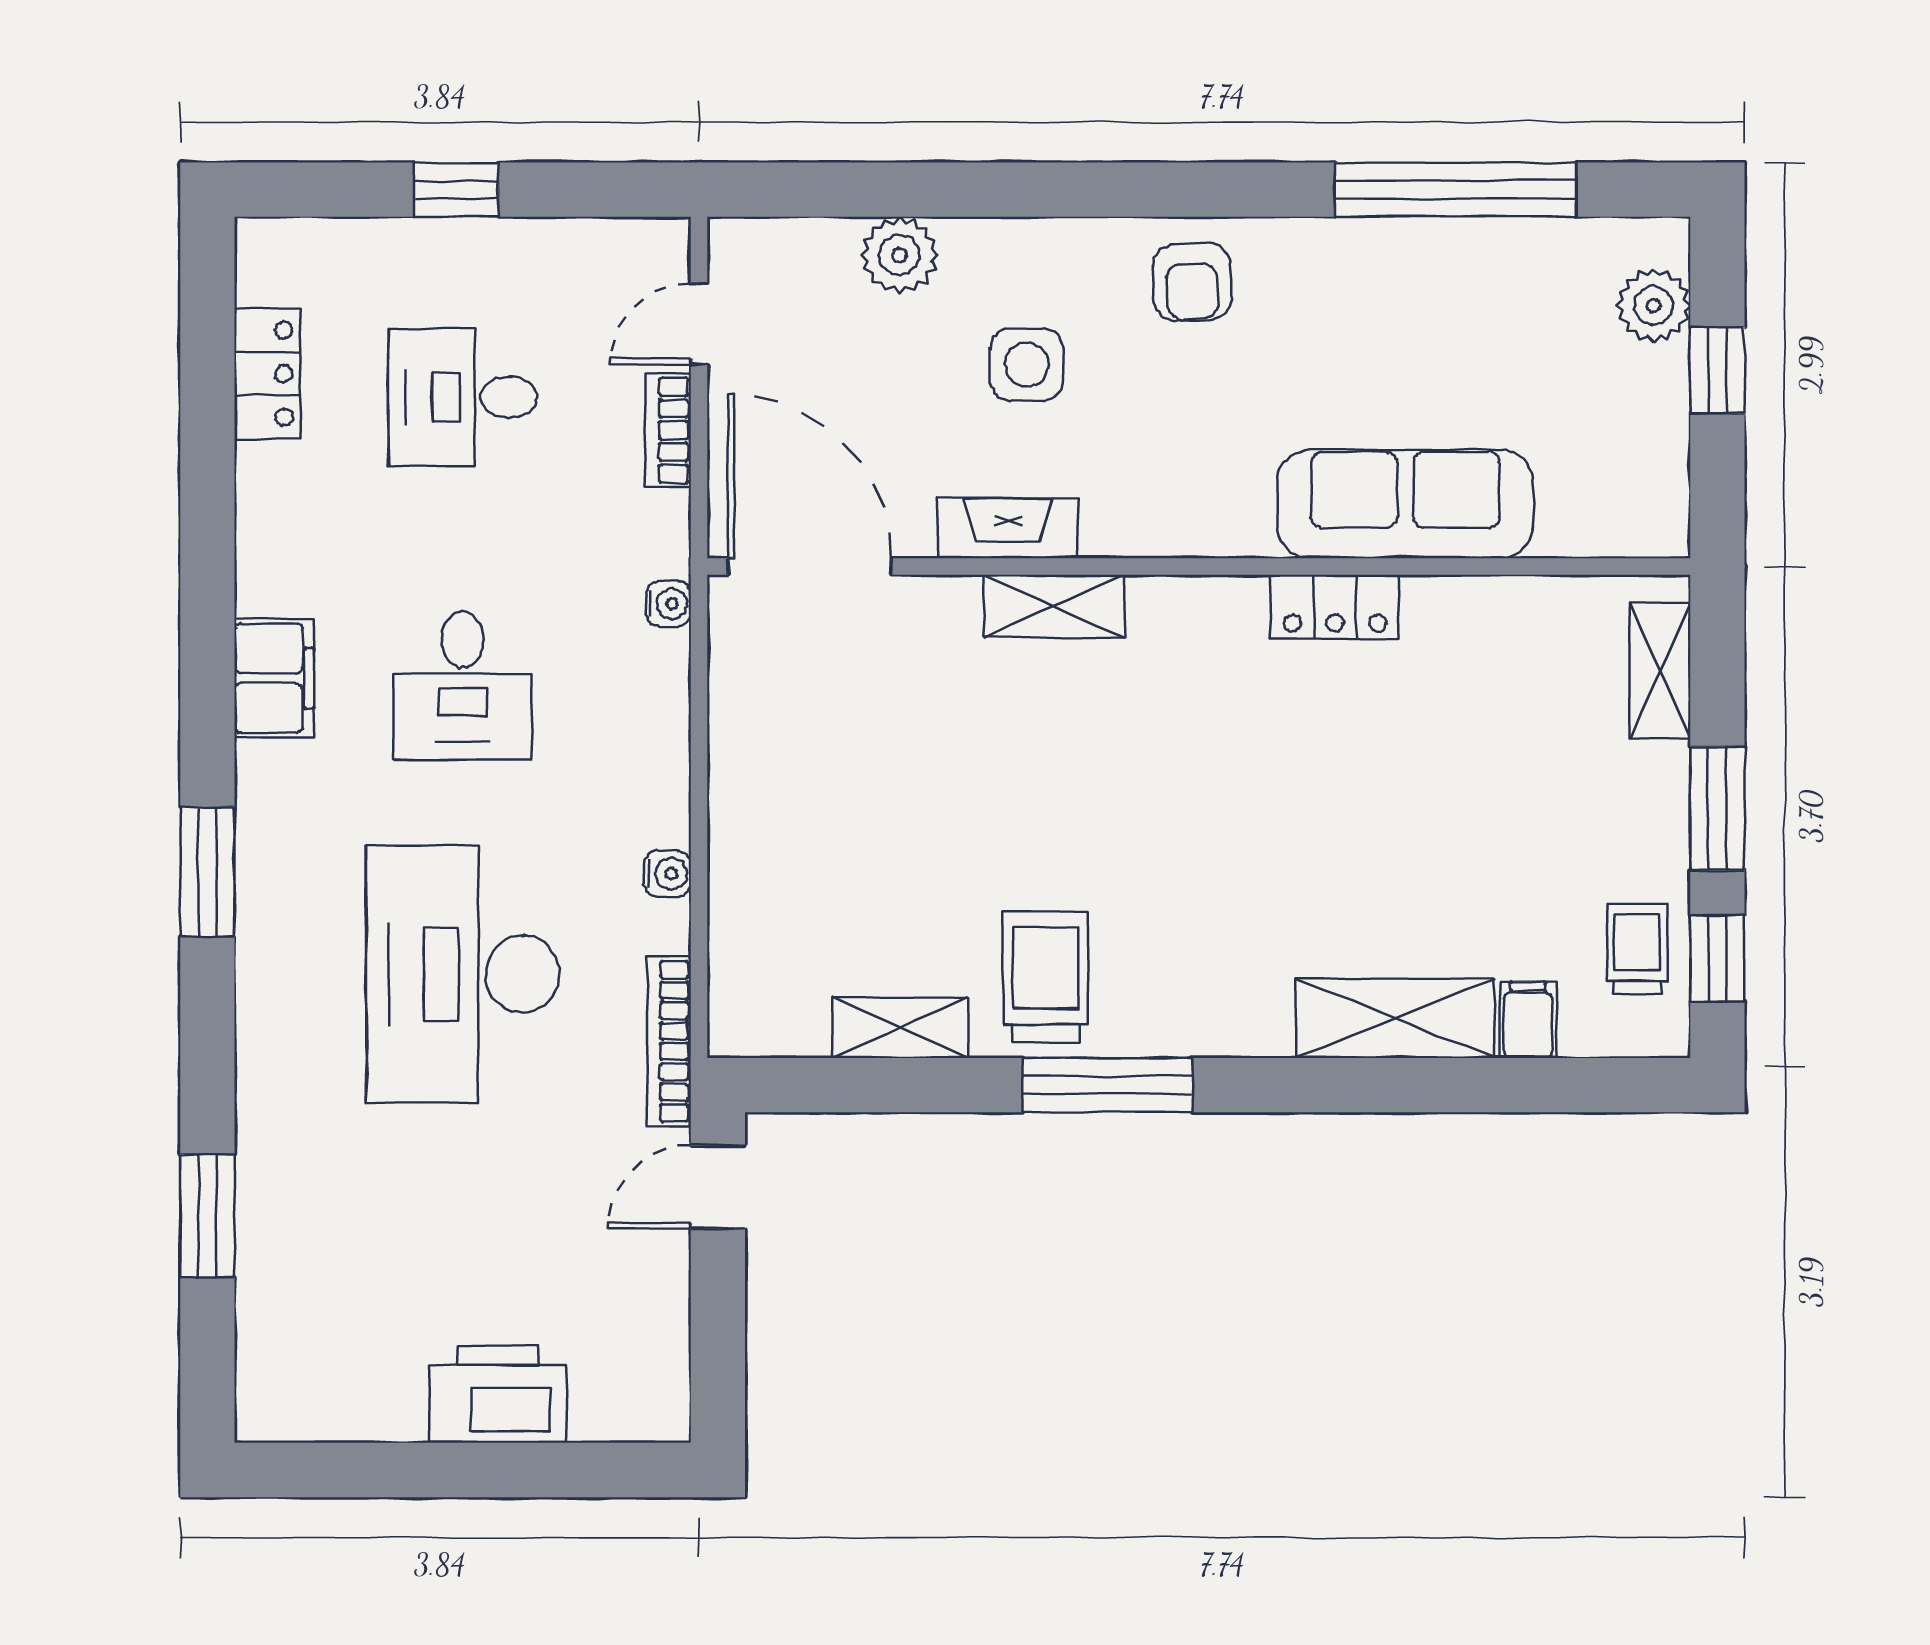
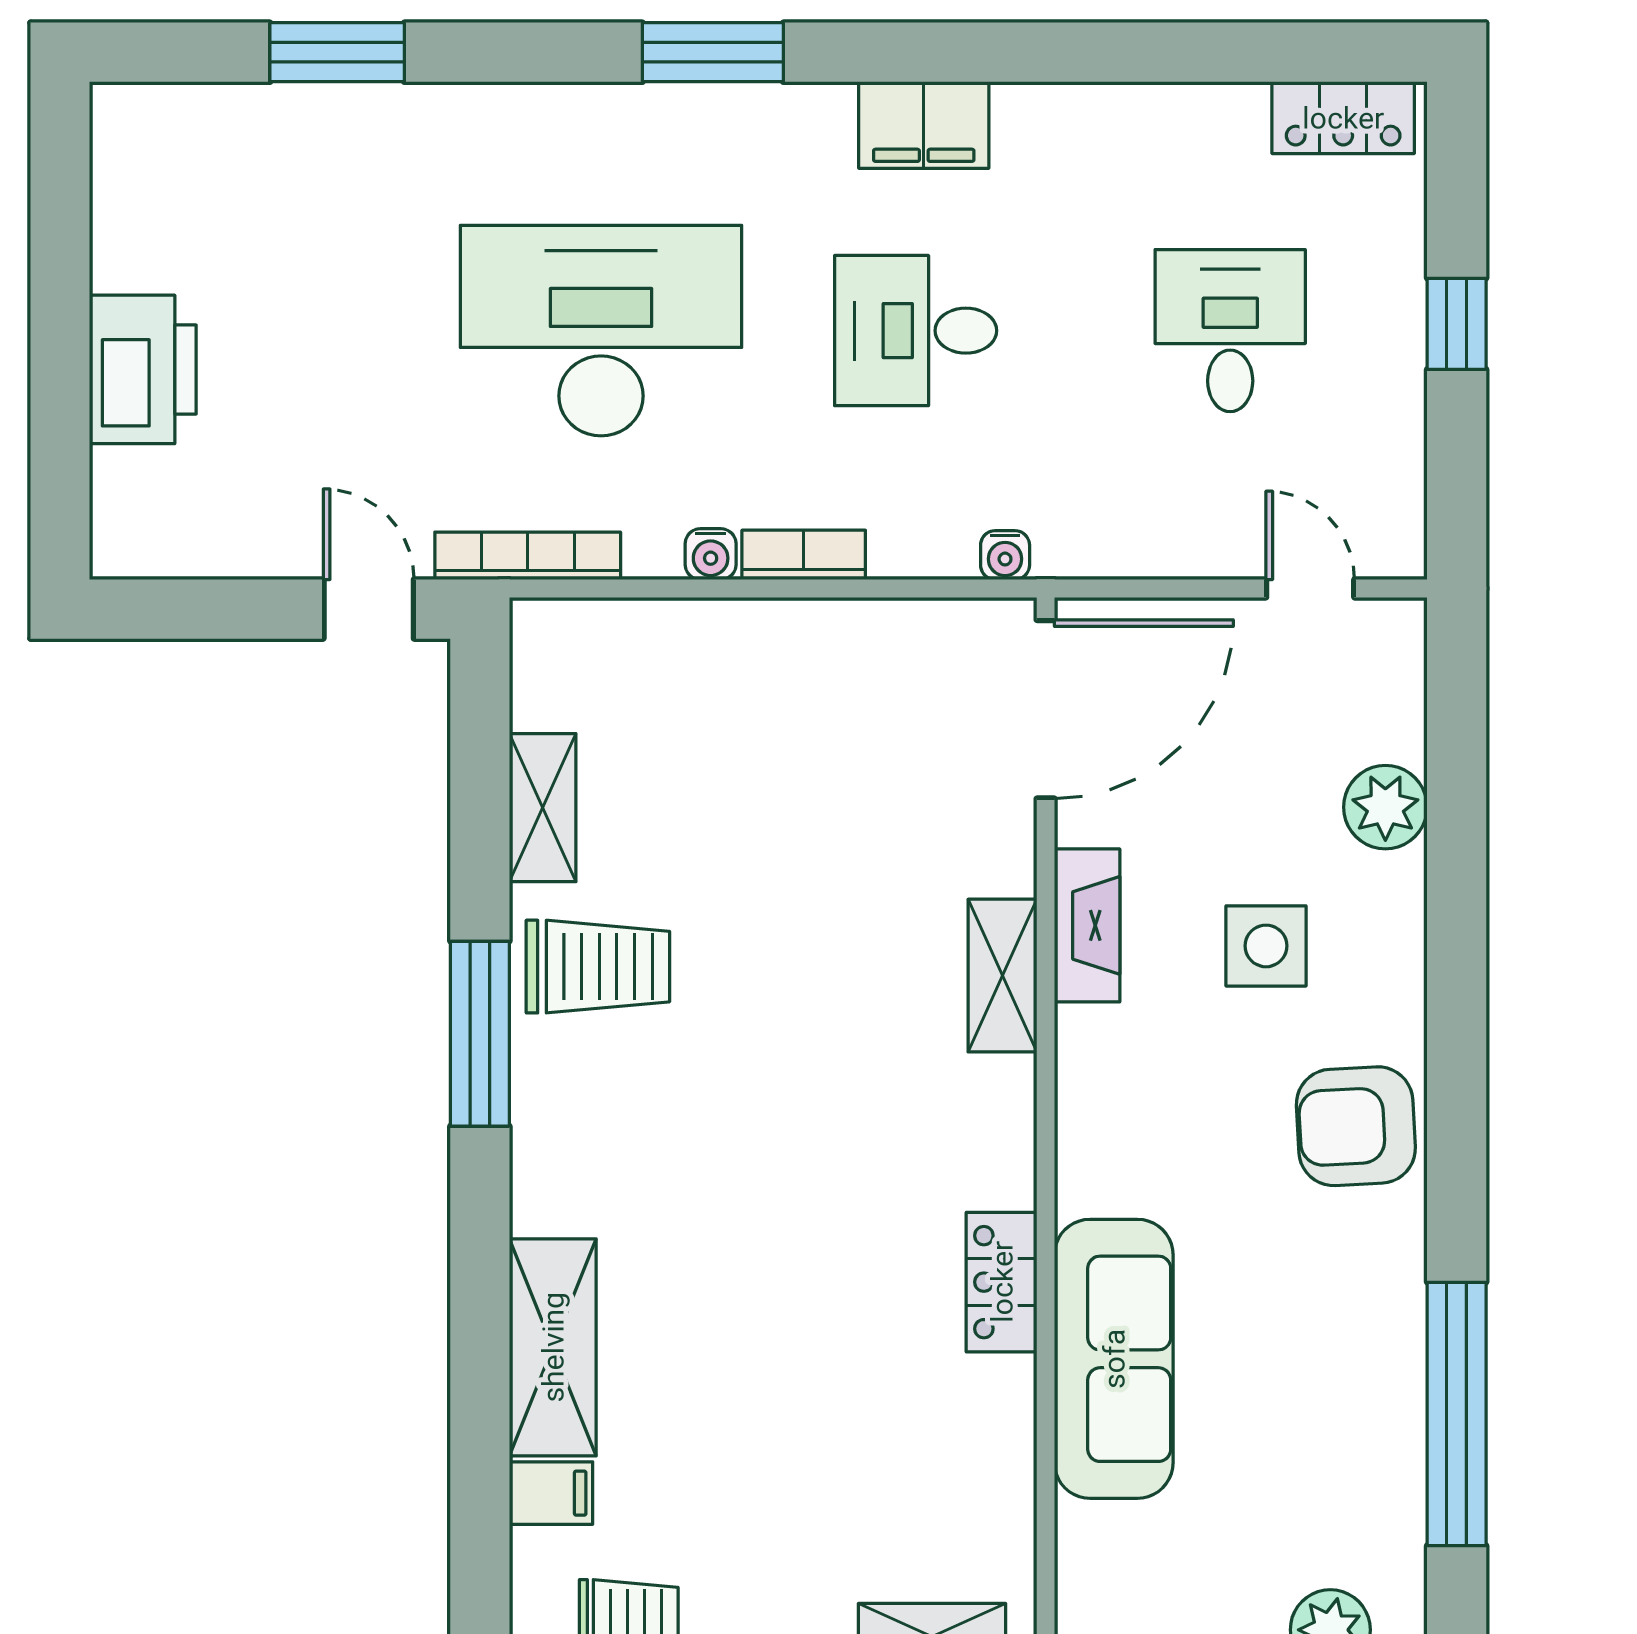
armchair: (1192, 282) -> (1356, 1126), width x1.38, depth x1.38
locker: (267, 374) -> (1343, 118), moved
bookcase: (668, 430) -> (804, 555), moved

